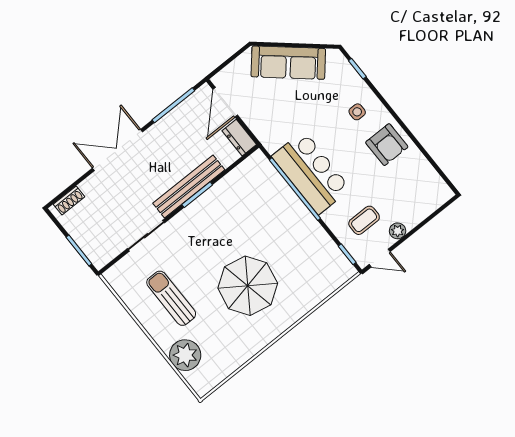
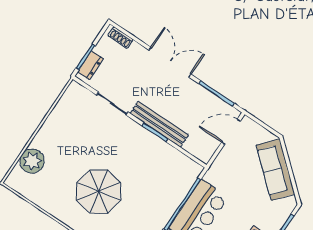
dresser: (239, 138) -> (90, 65), moved, turned 180
sun lounger: (171, 298) -> (71, 137), removed

